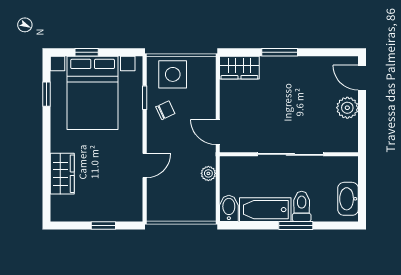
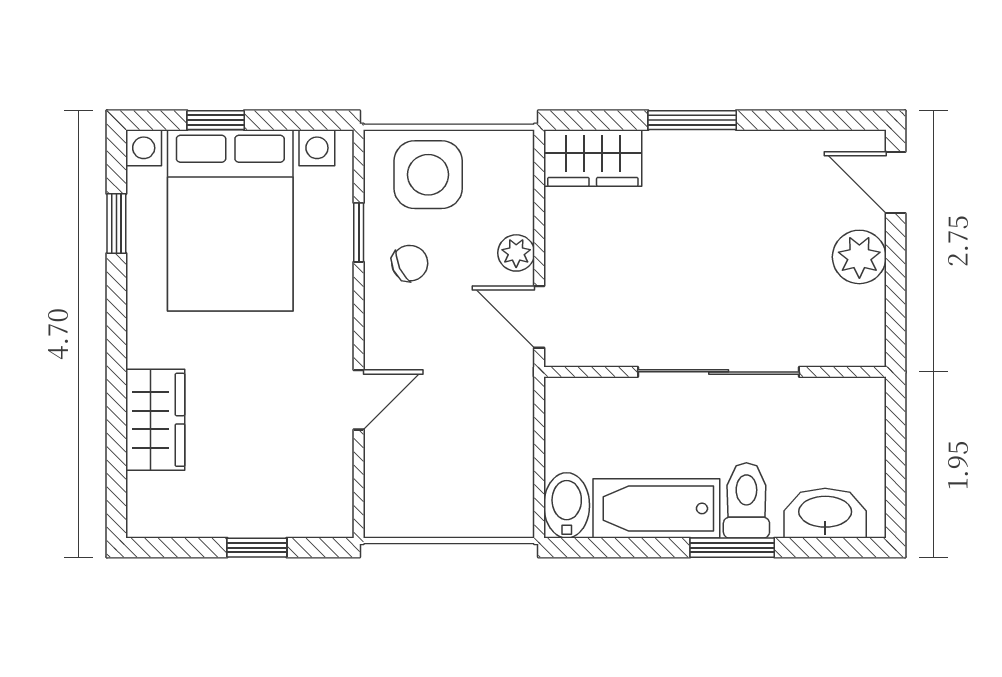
plant: (208, 173) -> (516, 253), moved
washbasin: (348, 199) -> (825, 513), moved, turned 90

